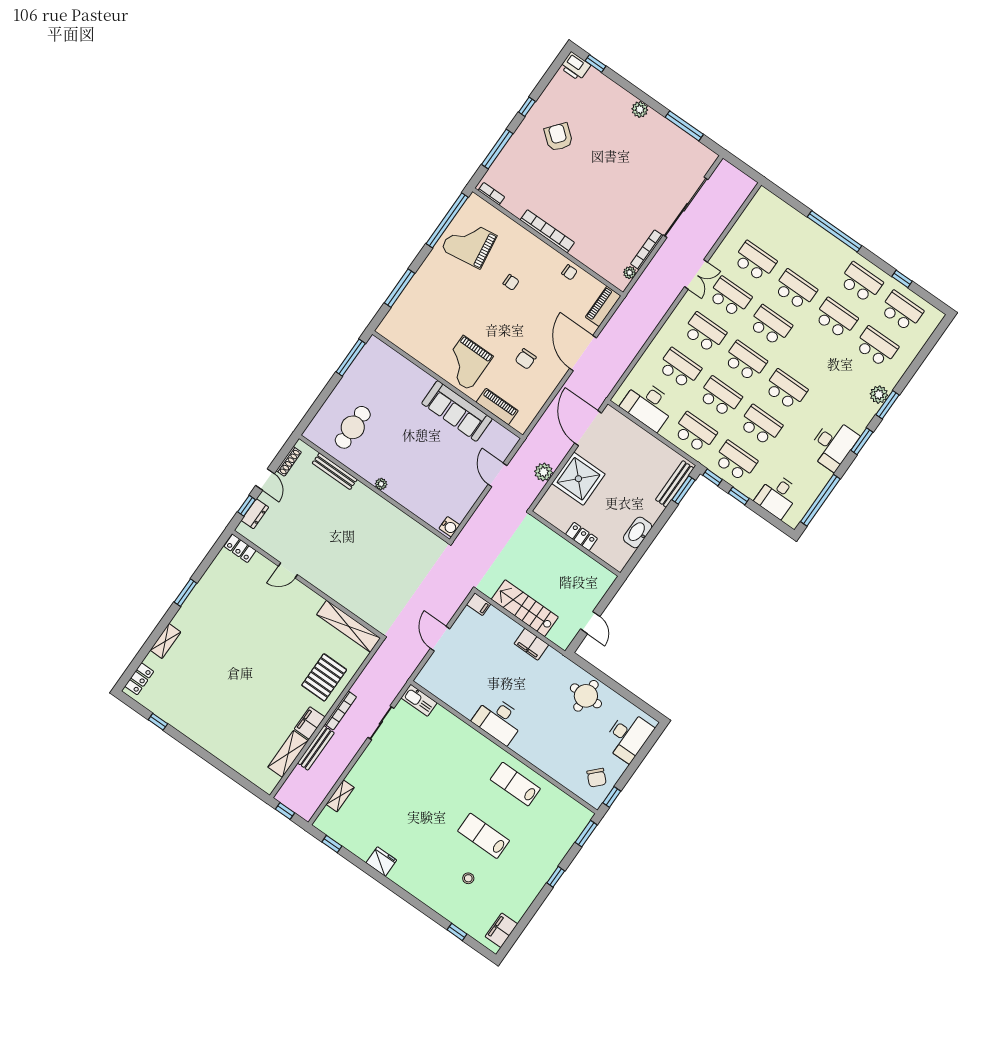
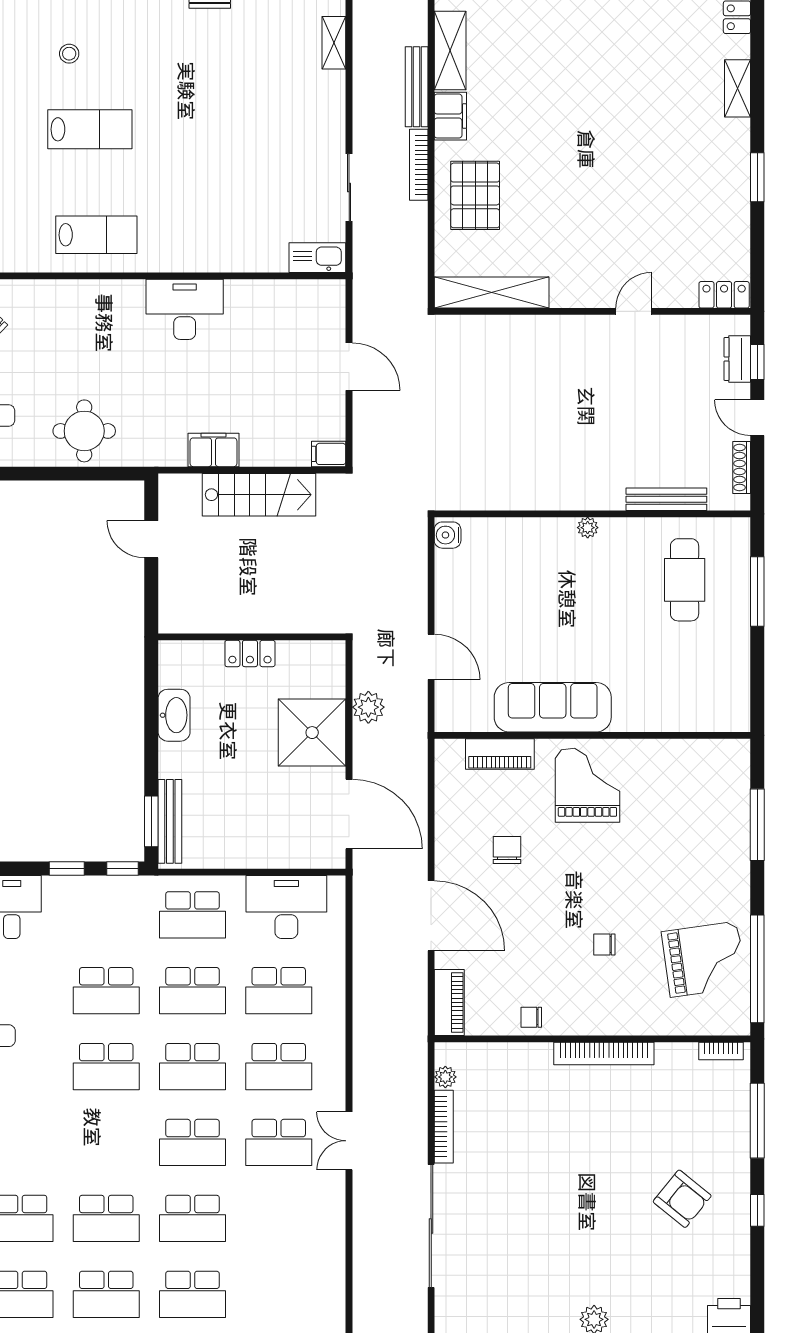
school desk: (755, 261) -> (192, 1294), moved
window: (351, 358) -> (757, 591), moved
school desk: (735, 461) -> (106, 915), removed

